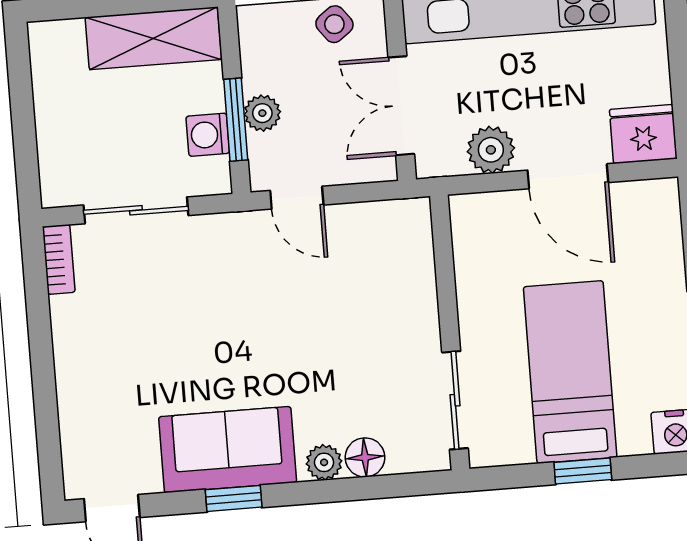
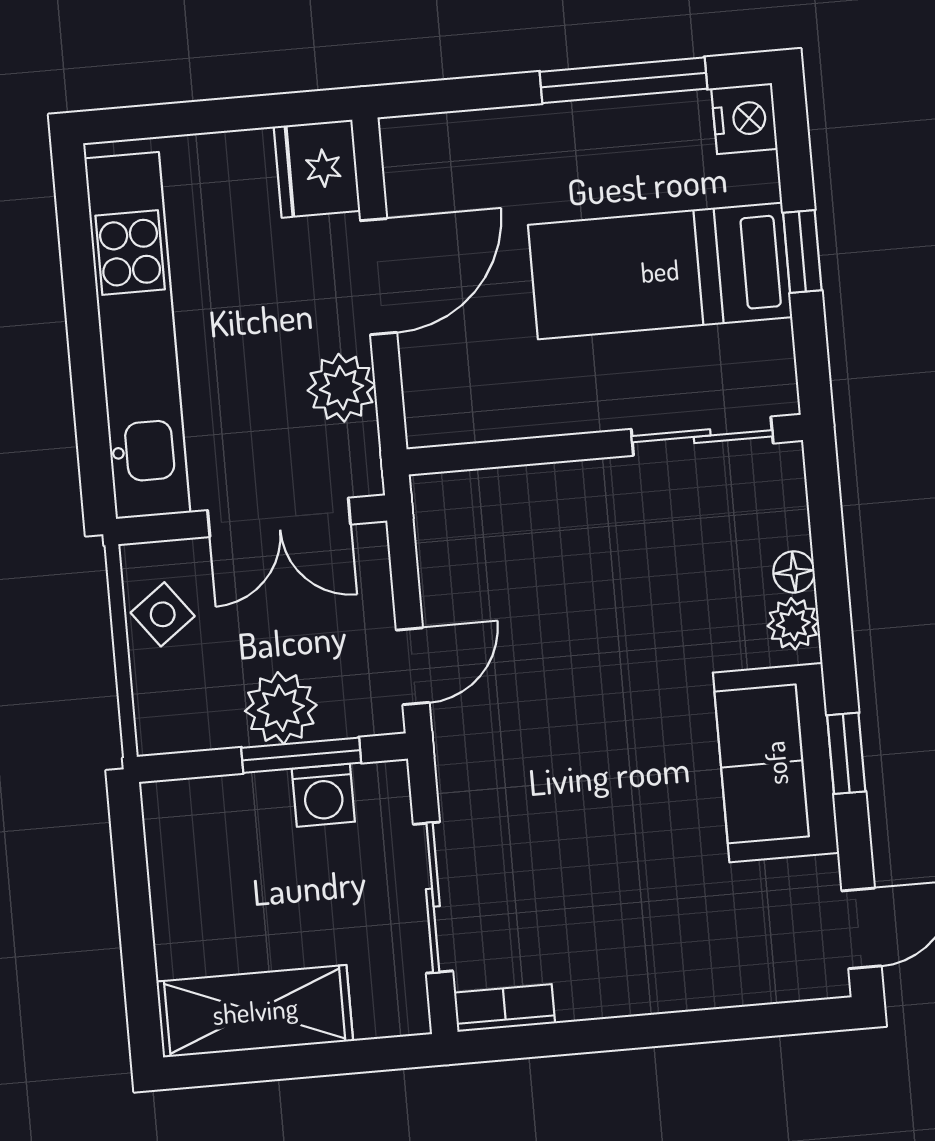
shelving: (153, 38) -> (255, 1011), moved, turned 90
plant: (262, 113) -> (281, 708), width x1.38, depth x1.38
floor lamp: (365, 457) -> (794, 572), width x0.73, depth x0.73

